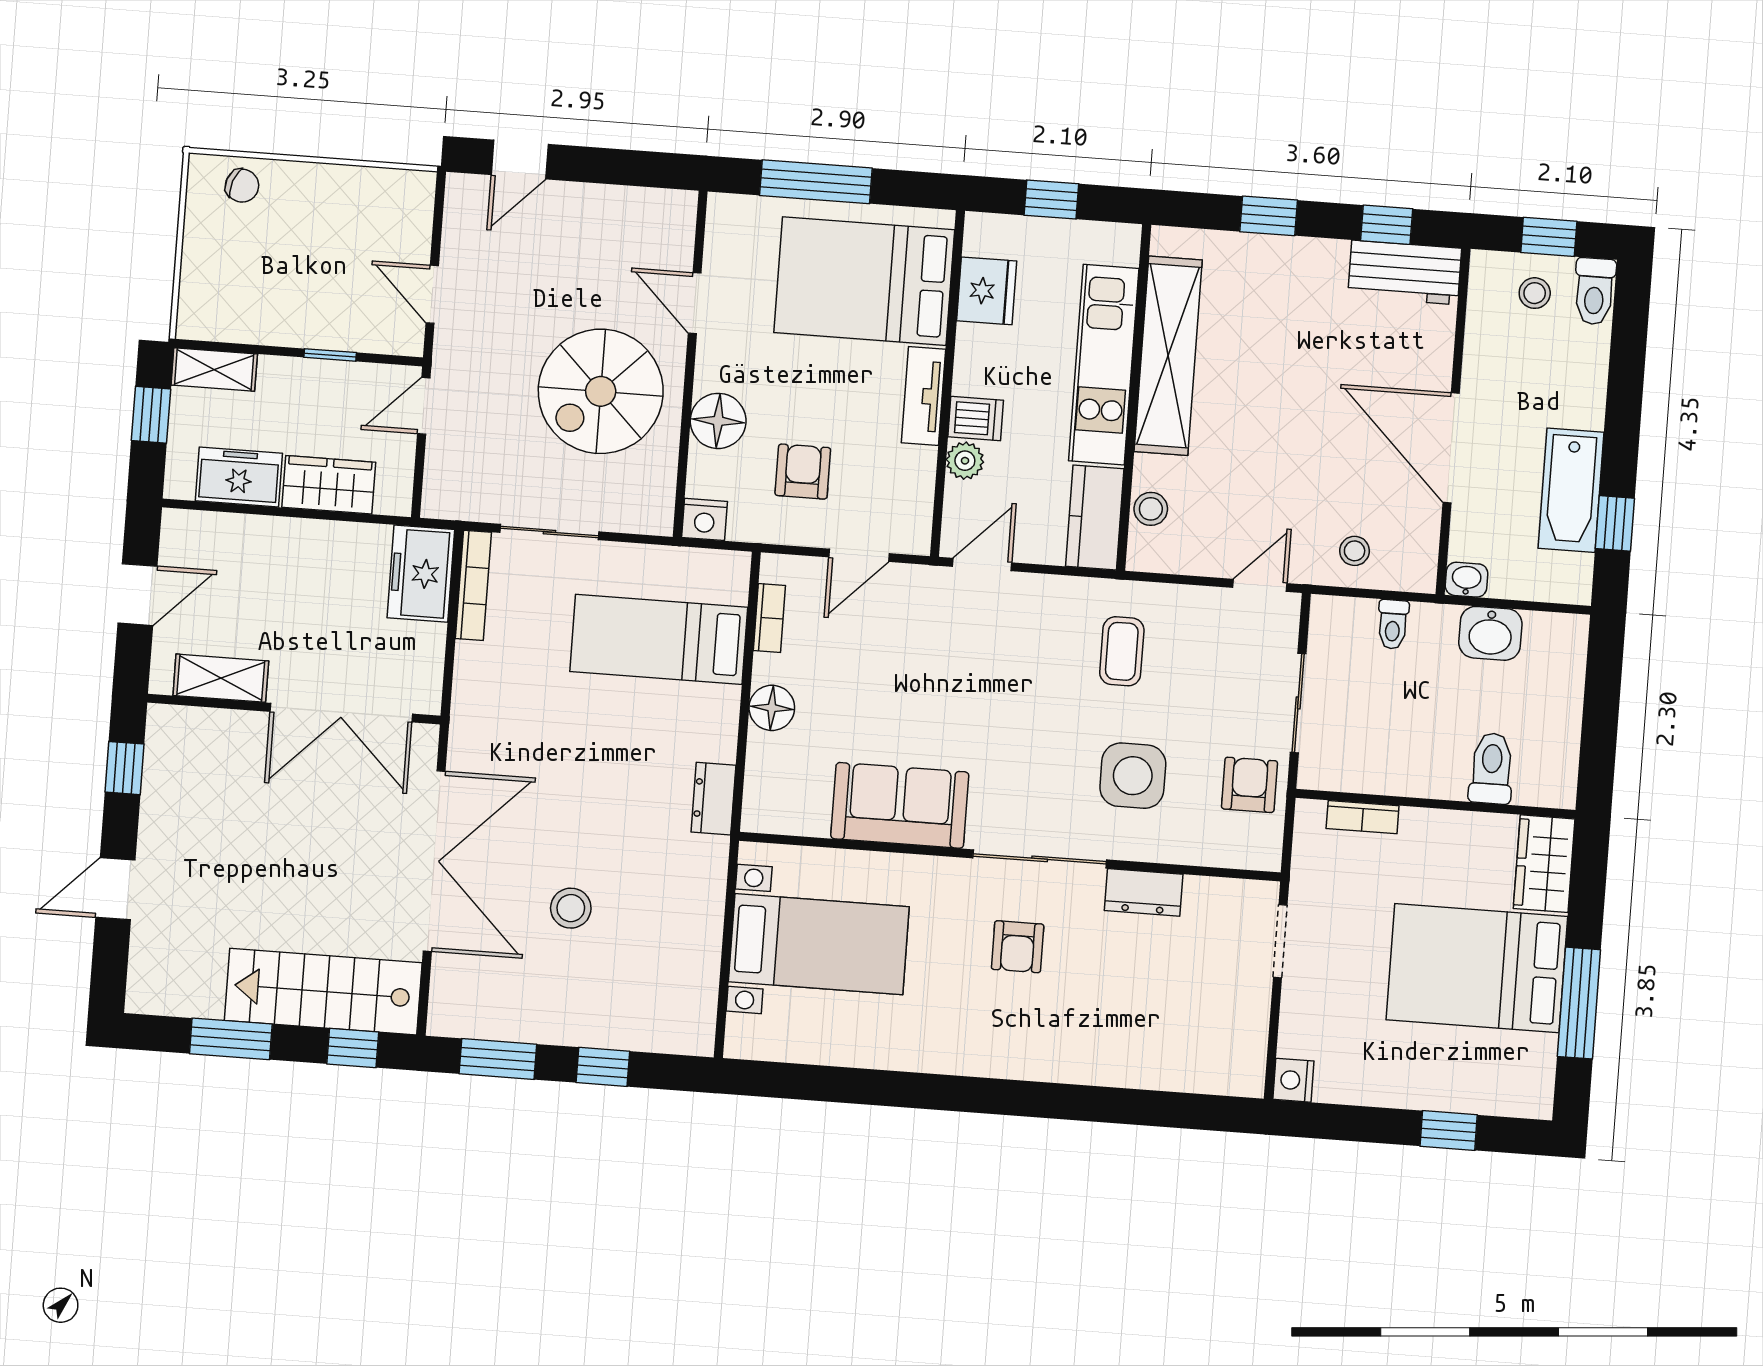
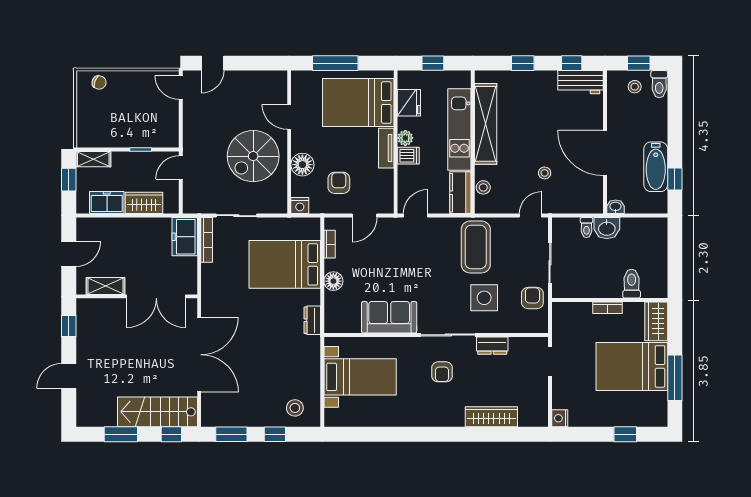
door: (432, 294) -> (181, 87), moved
plant: (965, 461) -> (405, 138), moved
stool: (1355, 551) -> (545, 173), moved
washbasin: (1490, 633) -> (607, 228), moved
bed: (659, 639) -> (285, 264), width x1.50
coffee table: (1122, 651) -> (476, 247), width x1.86, depth x1.72
bookcase: (1363, 817) -> (607, 308), moved
stool: (571, 908) -> (295, 408), moved
wardrobe: (1129, 1064) -> (491, 417), added

